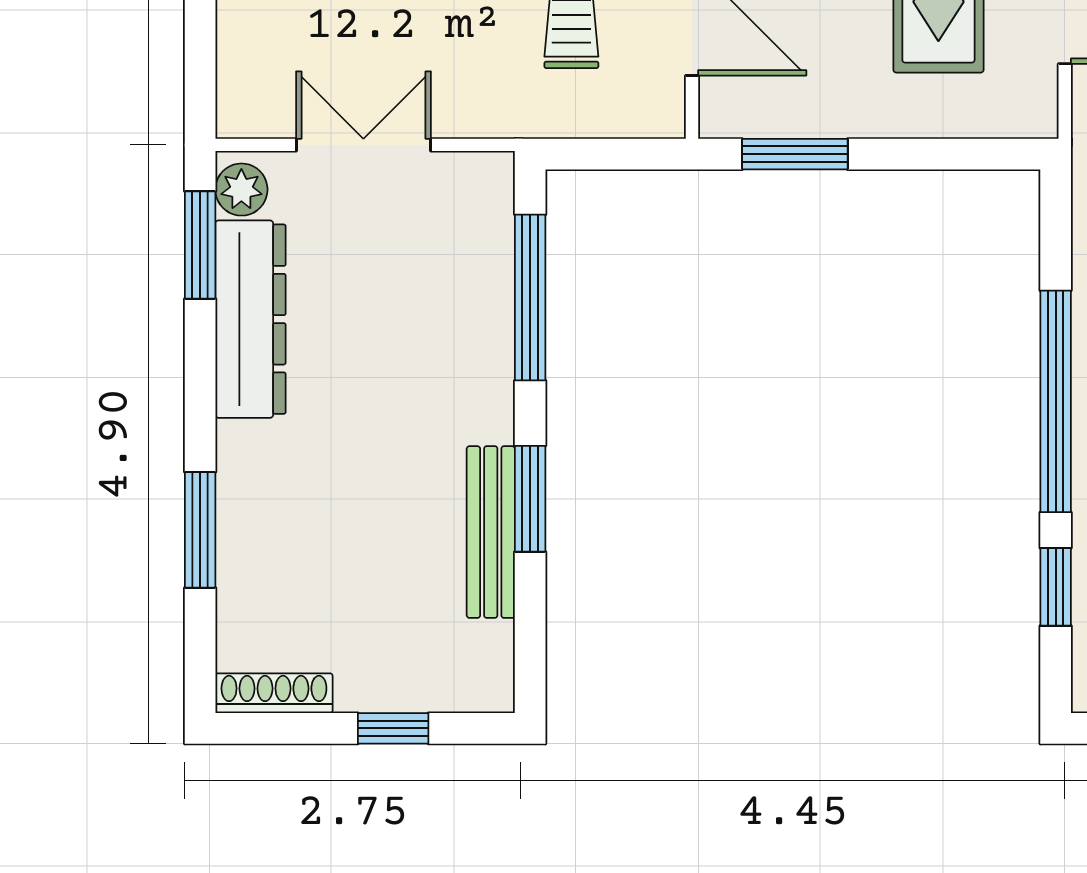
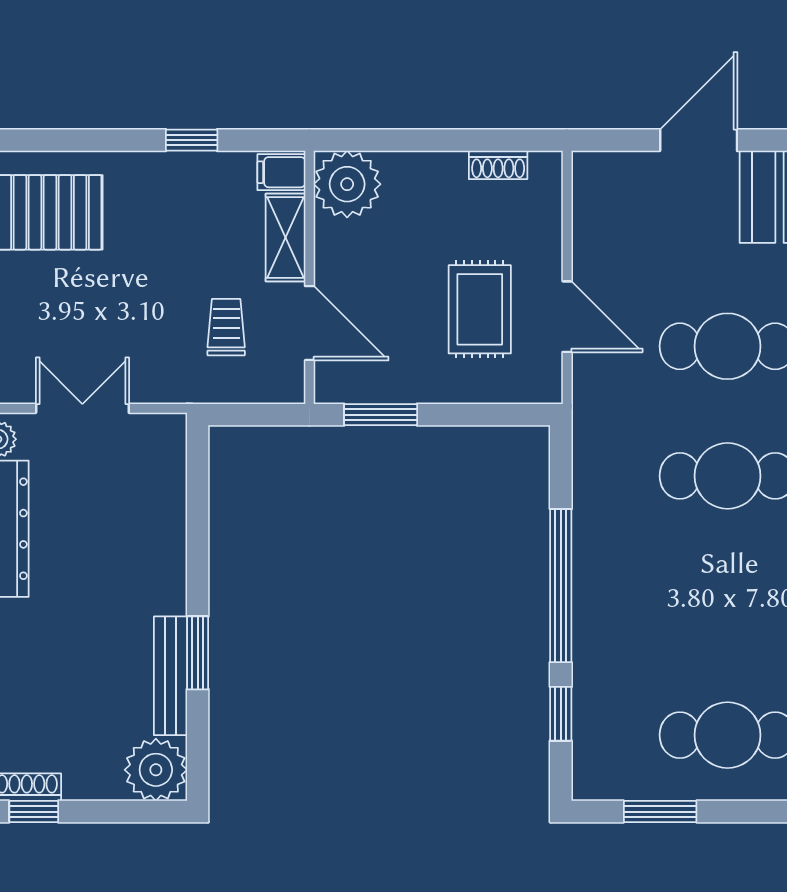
window: (530, 297) -> (198, 514), removed
plant: (470, 668) -> (156, 770), added
window: (393, 728) -> (34, 812), moved

